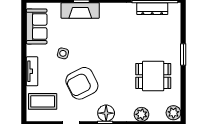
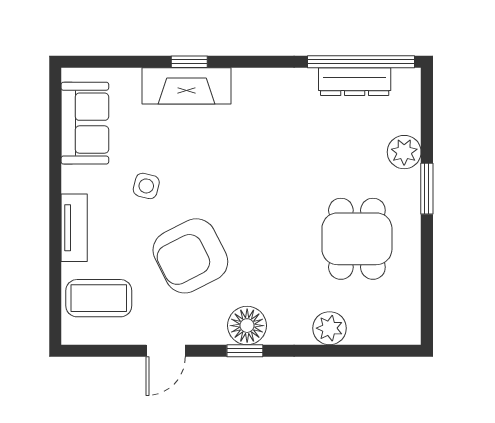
dining table: (153, 76) -> (357, 239), turned 90
plant: (173, 113) -> (404, 152), moved

